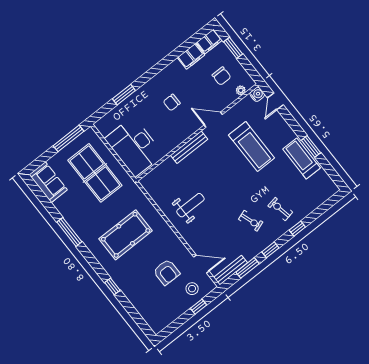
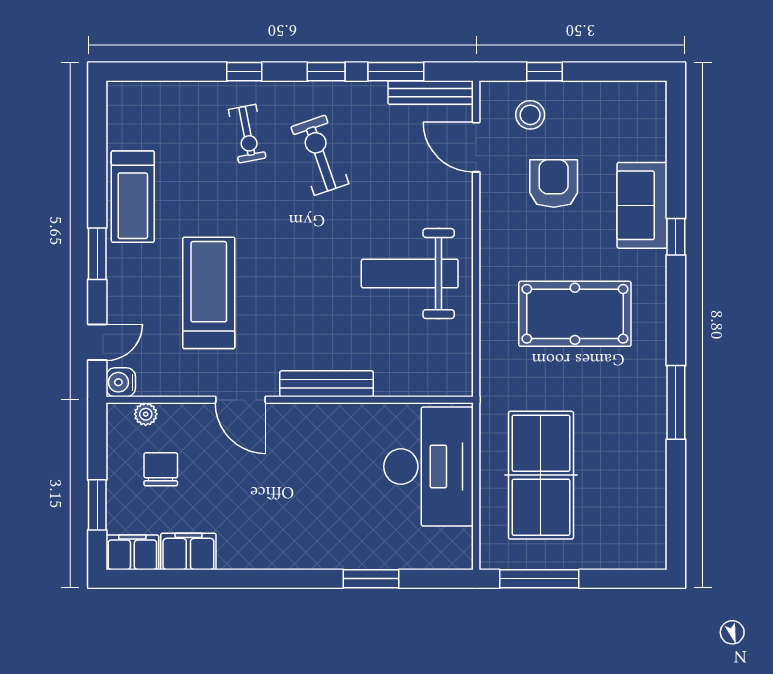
chair: (172, 102) -> (293, 493), removed
window: (311, 146) -> (97, 254), moved
sofa: (48, 182) -> (642, 205), moved
weight bench: (190, 205) -> (410, 274), width x1.36, depth x1.33
exercise bike: (251, 221) -> (320, 155), width x1.38, depth x1.39

